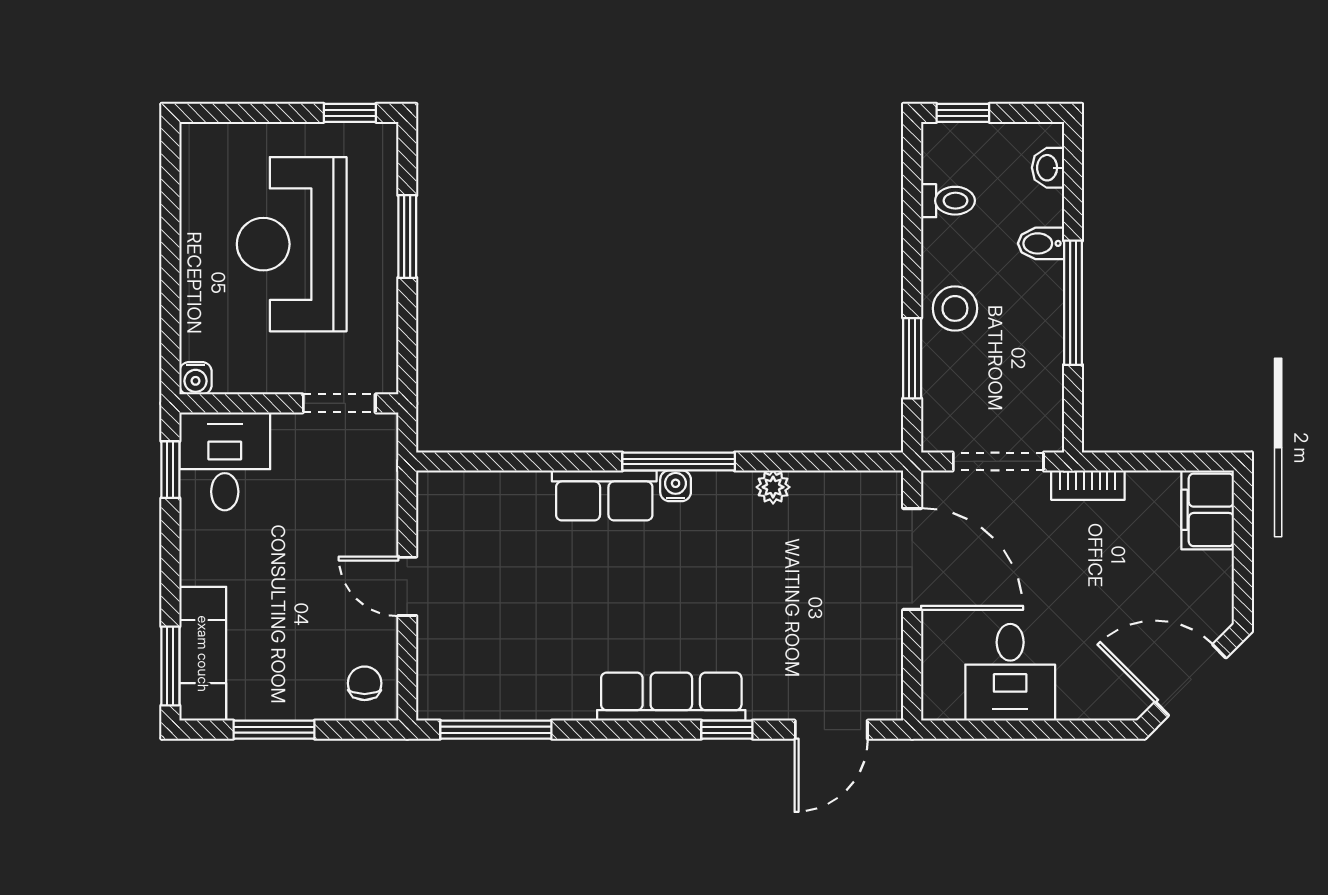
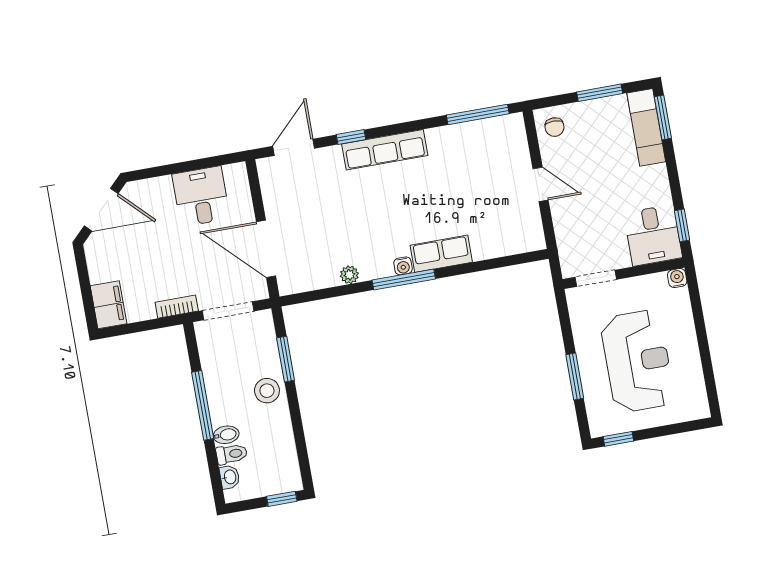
toilet: (948, 201) -> (232, 454), moved, turned 180

